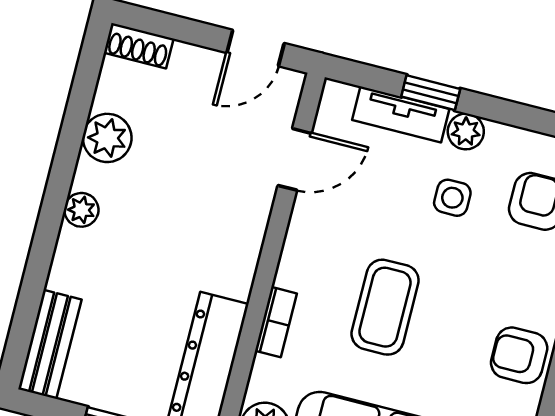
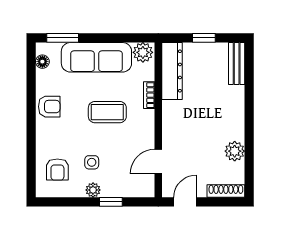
shoe rack: (139, 46) -> (226, 191), width x1.43
tv unit: (401, 114) -> (121, 190), removed
plant: (81, 210) -> (238, 120), removed
coffee table: (385, 307) -> (107, 112), turned 90

